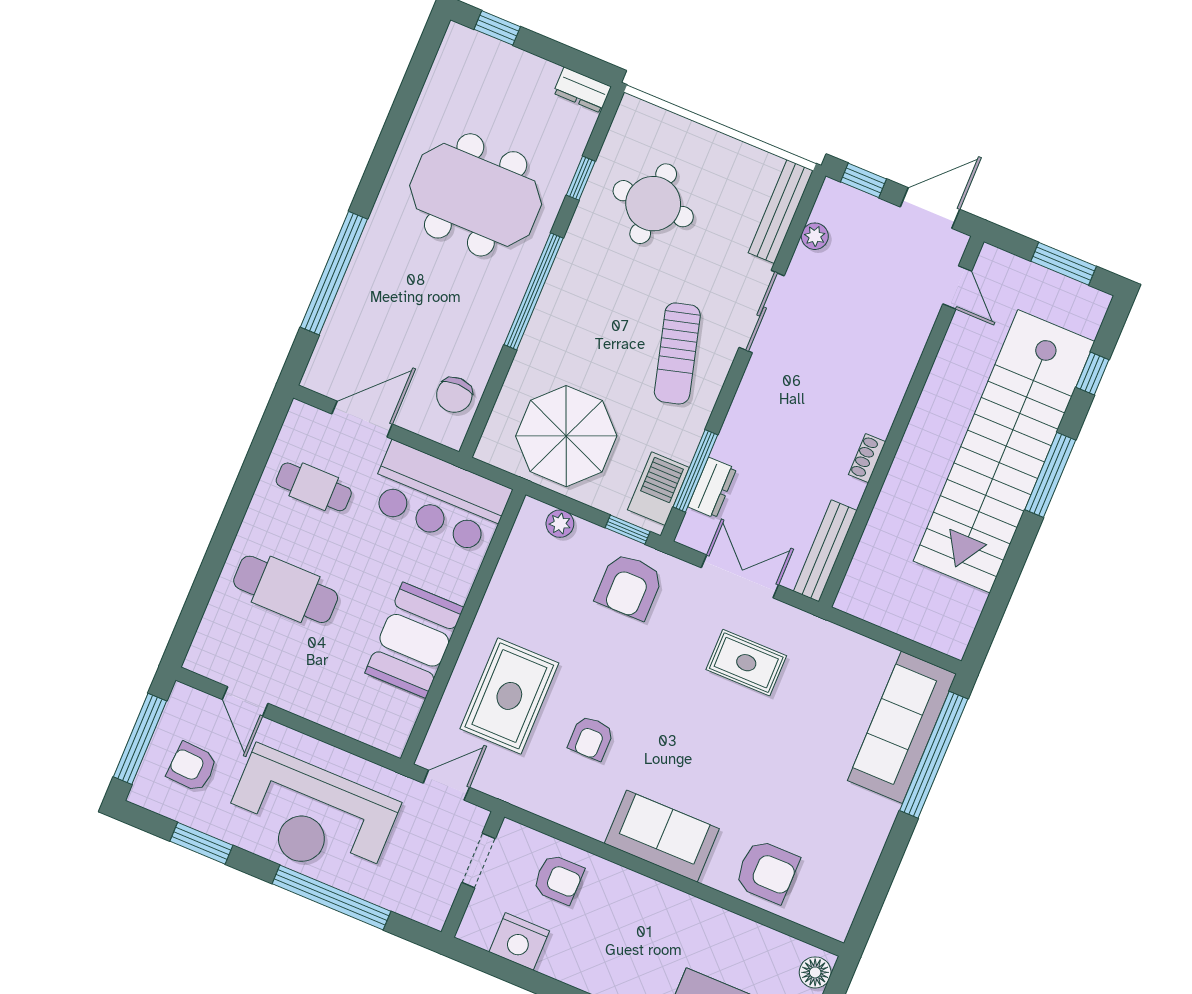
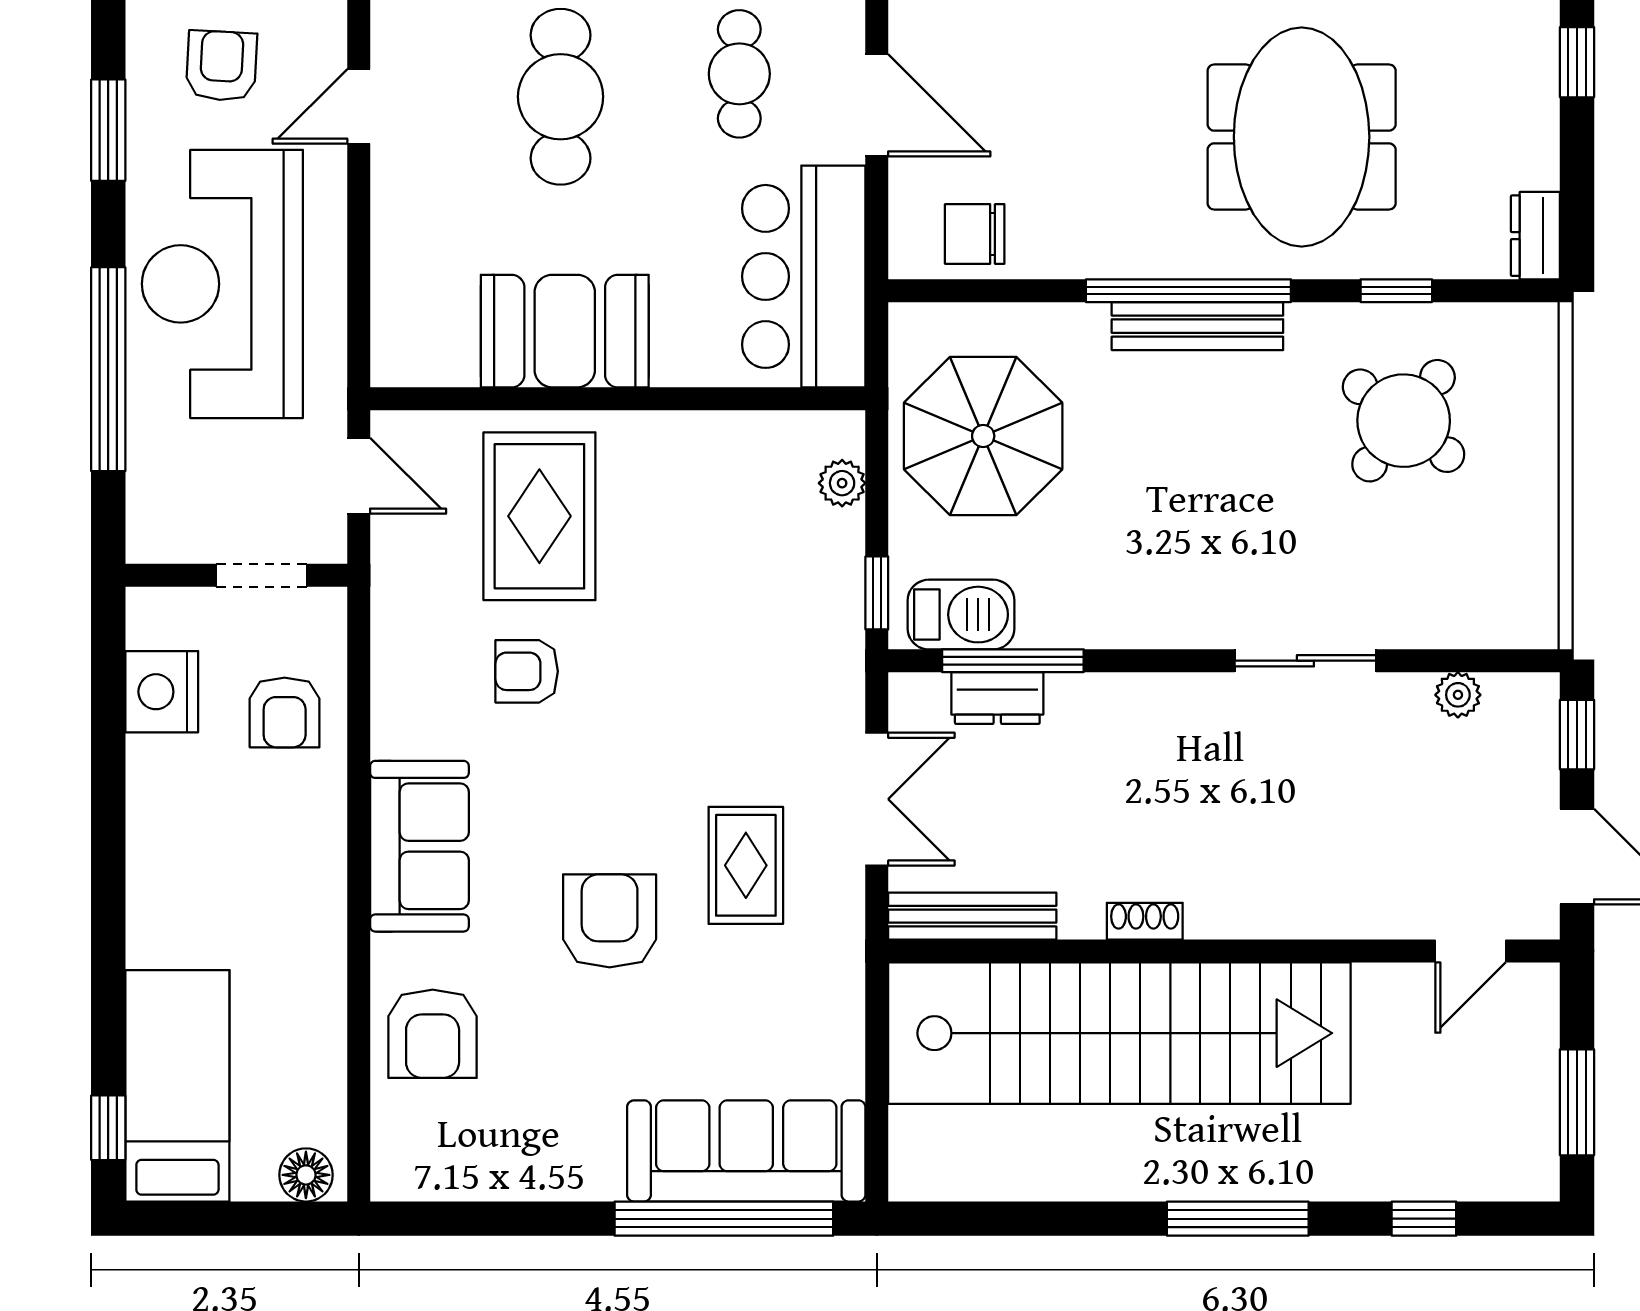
round table: (653, 204) -> (1404, 421), turned 37
bench: (781, 212) -> (1197, 326), moved
sun lounger: (677, 353) -> (1185, 556), removed
stairs: (1004, 451) -> (1119, 1033), moved, turned 180
armchair: (629, 586) -> (610, 921), moved, turned 90
rug: (509, 696) -> (539, 516), turned 90

